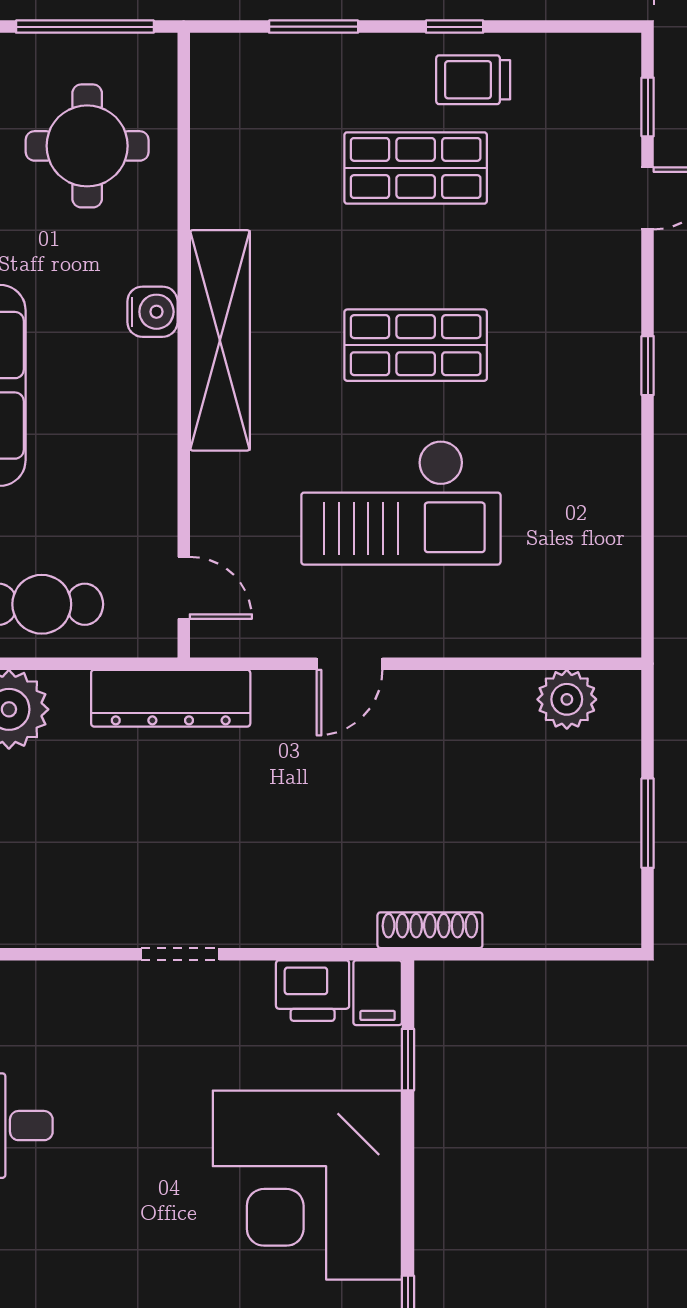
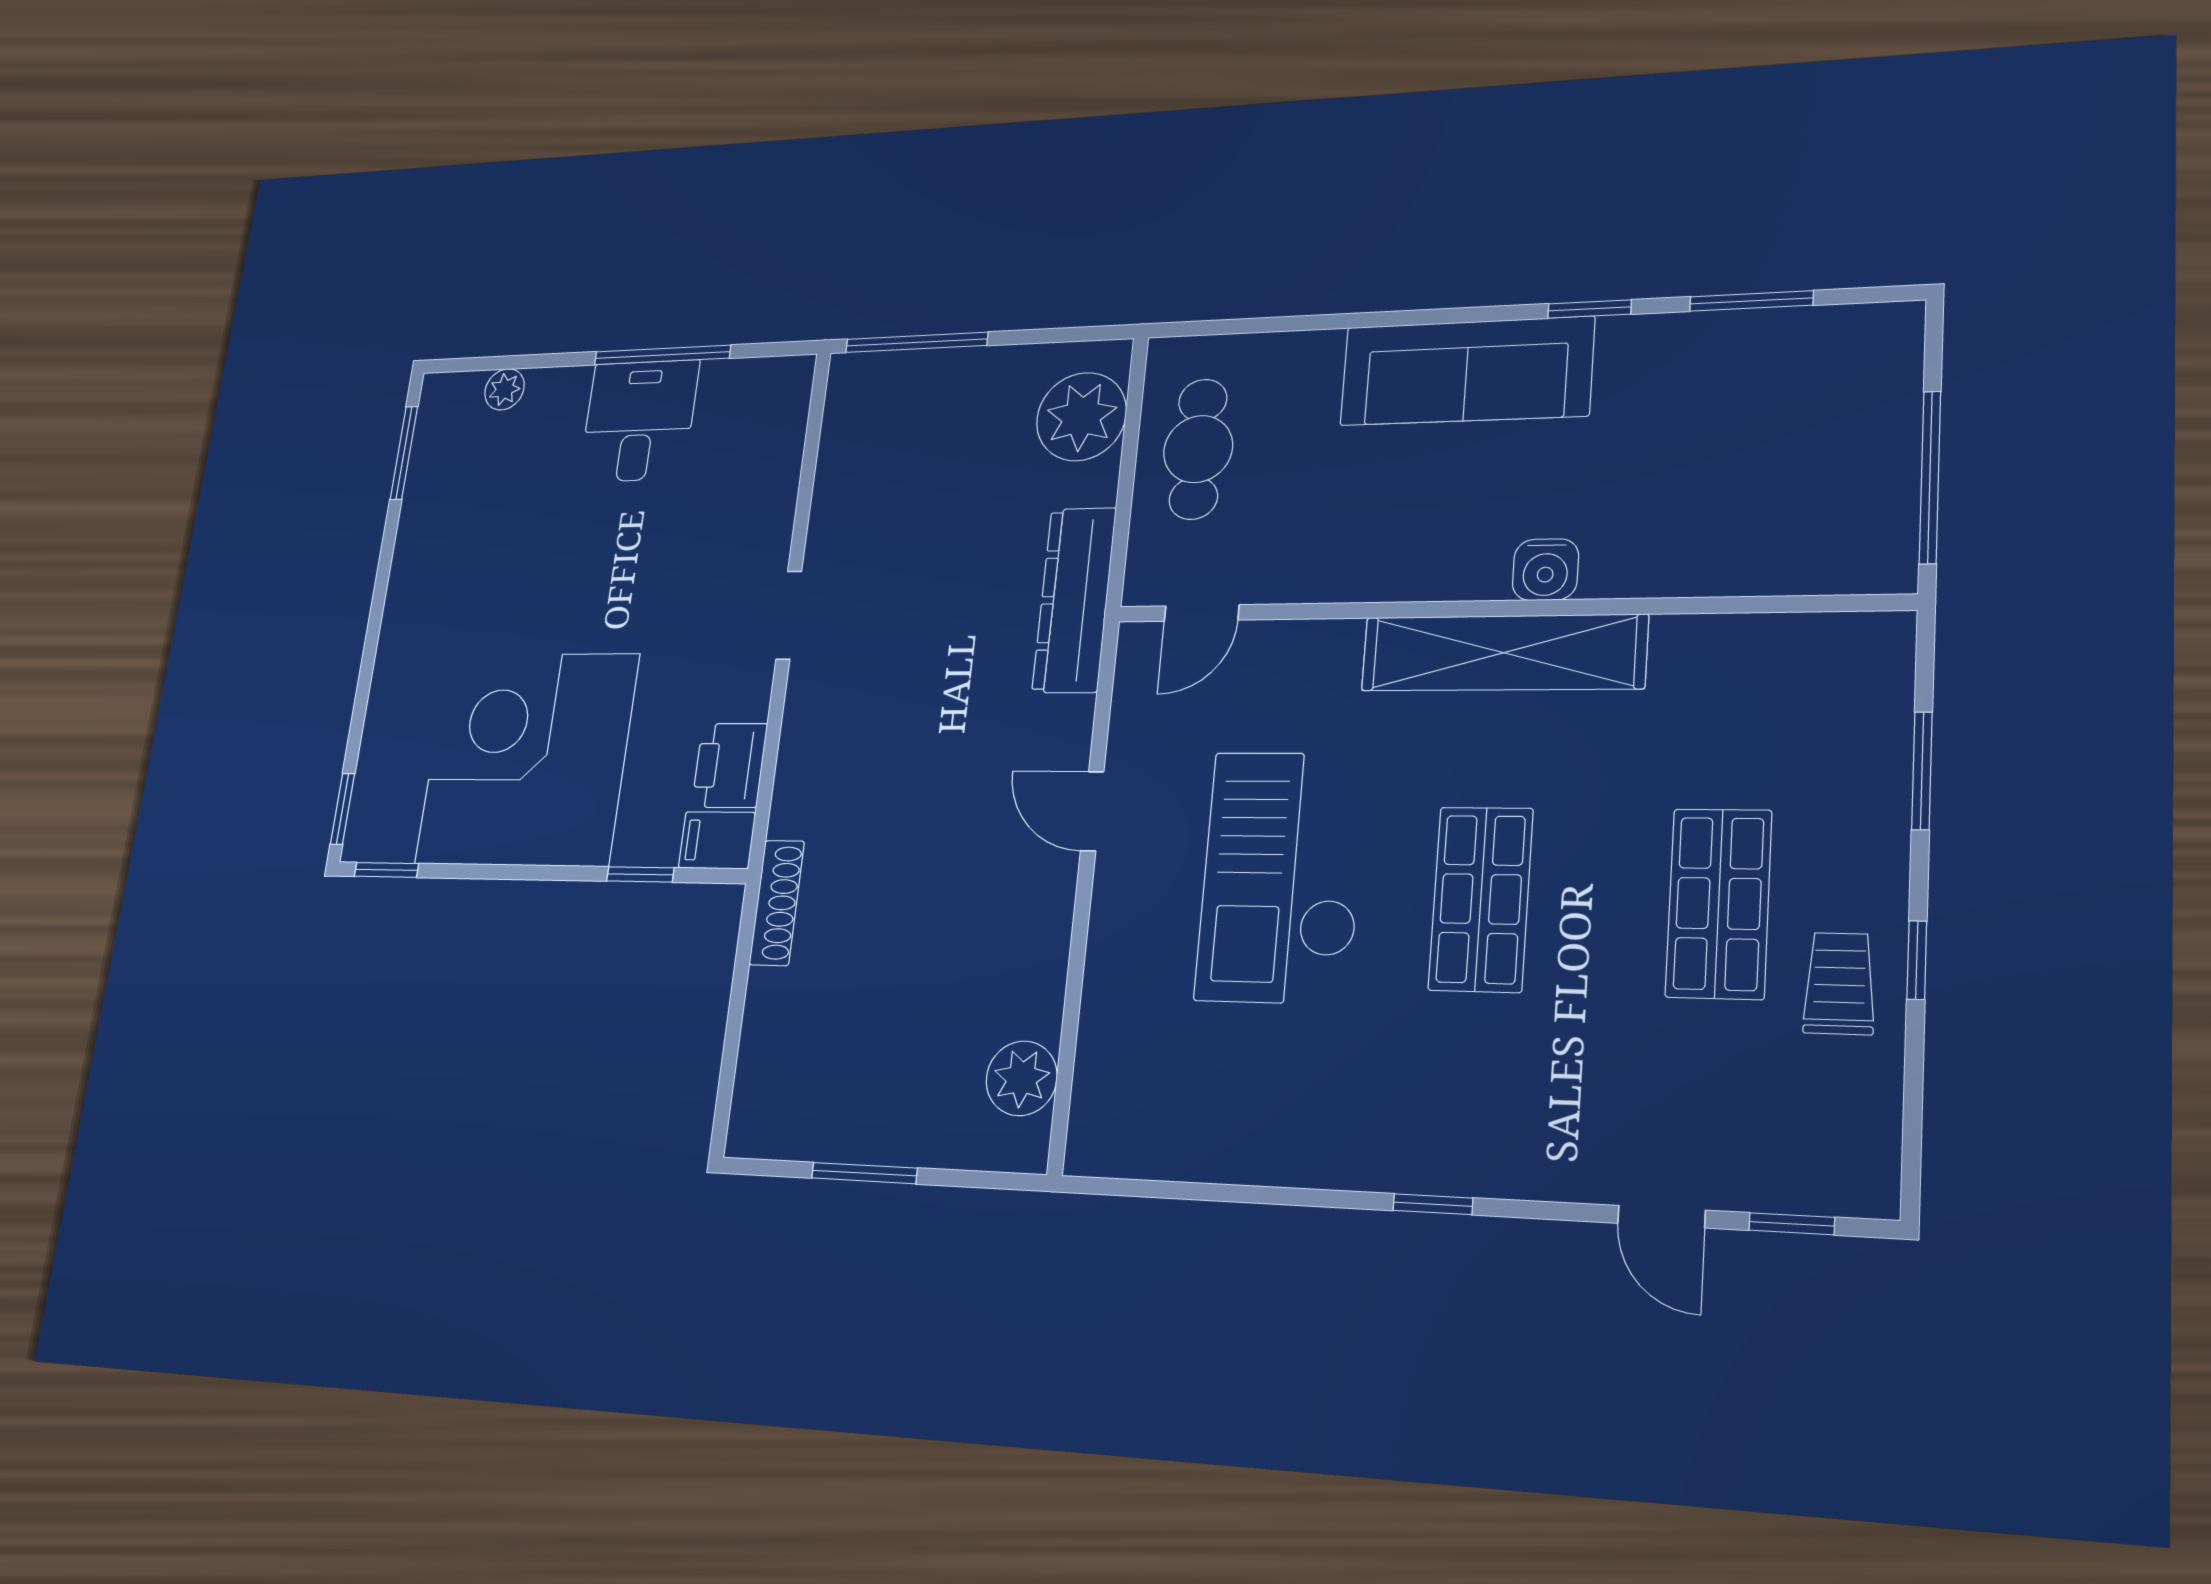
round table: (87, 146) -> (1767, 485), removed

